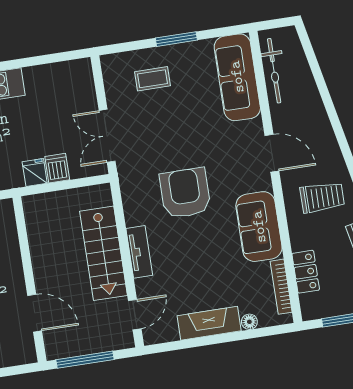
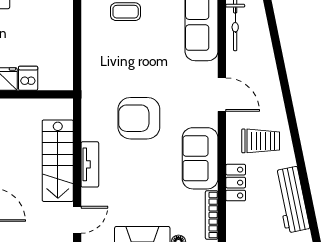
double door: (107, 136) -> (77, 56), removed
armchair: (185, 193) -> (139, 118), turned -90
locker: (306, 272) -> (236, 183), moved

